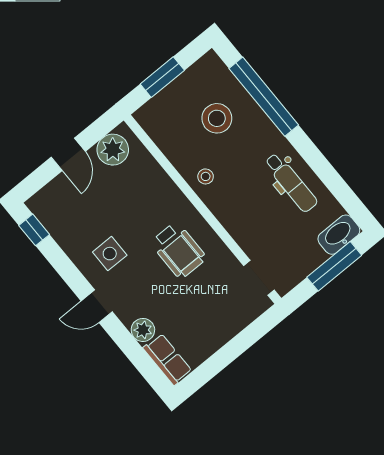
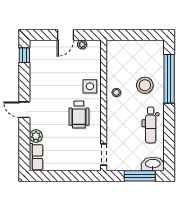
window: (162, 77) -> (133, 35), removed
stool: (217, 118) -> (145, 85), moved
plant: (113, 150) -> (82, 44), width x0.53, depth x0.53
side table: (110, 254) -> (90, 86), moved

